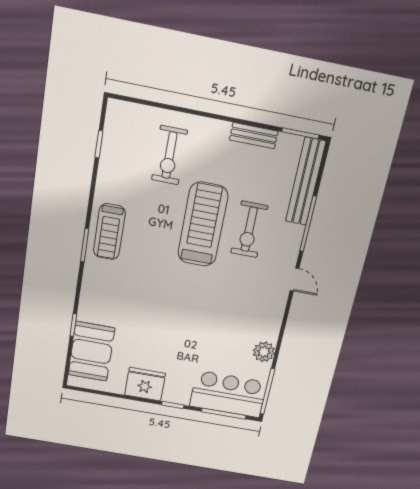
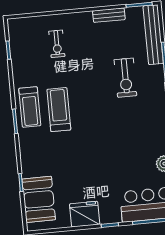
exercise bike: (169, 155) -> (57, 44), width x0.73, depth x0.72
treadmill: (203, 225) -> (59, 110), moved, width x0.73, depth x0.73

